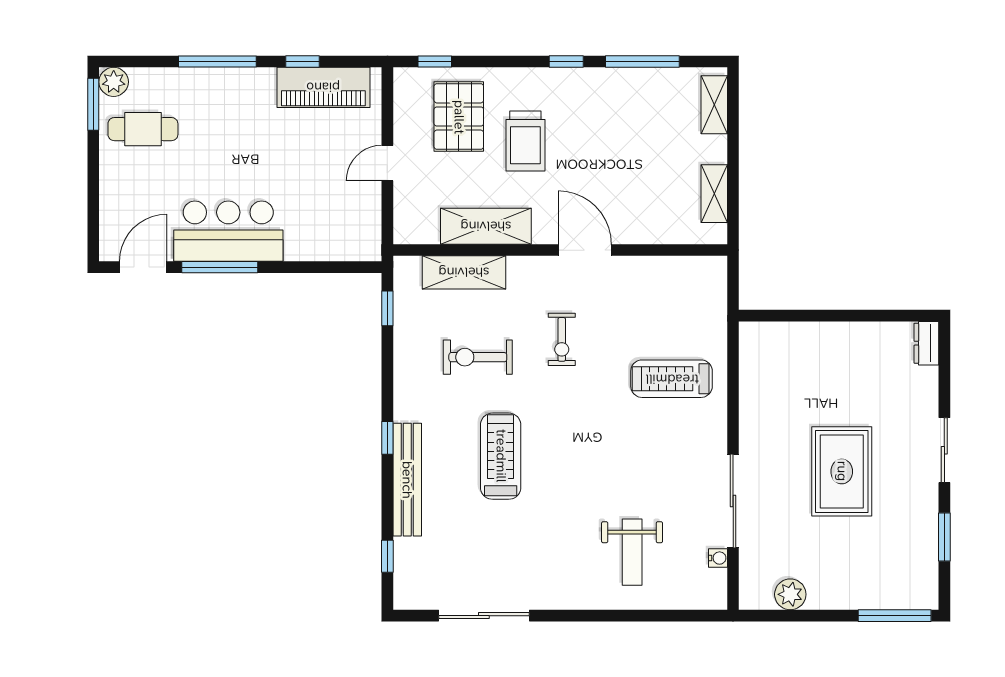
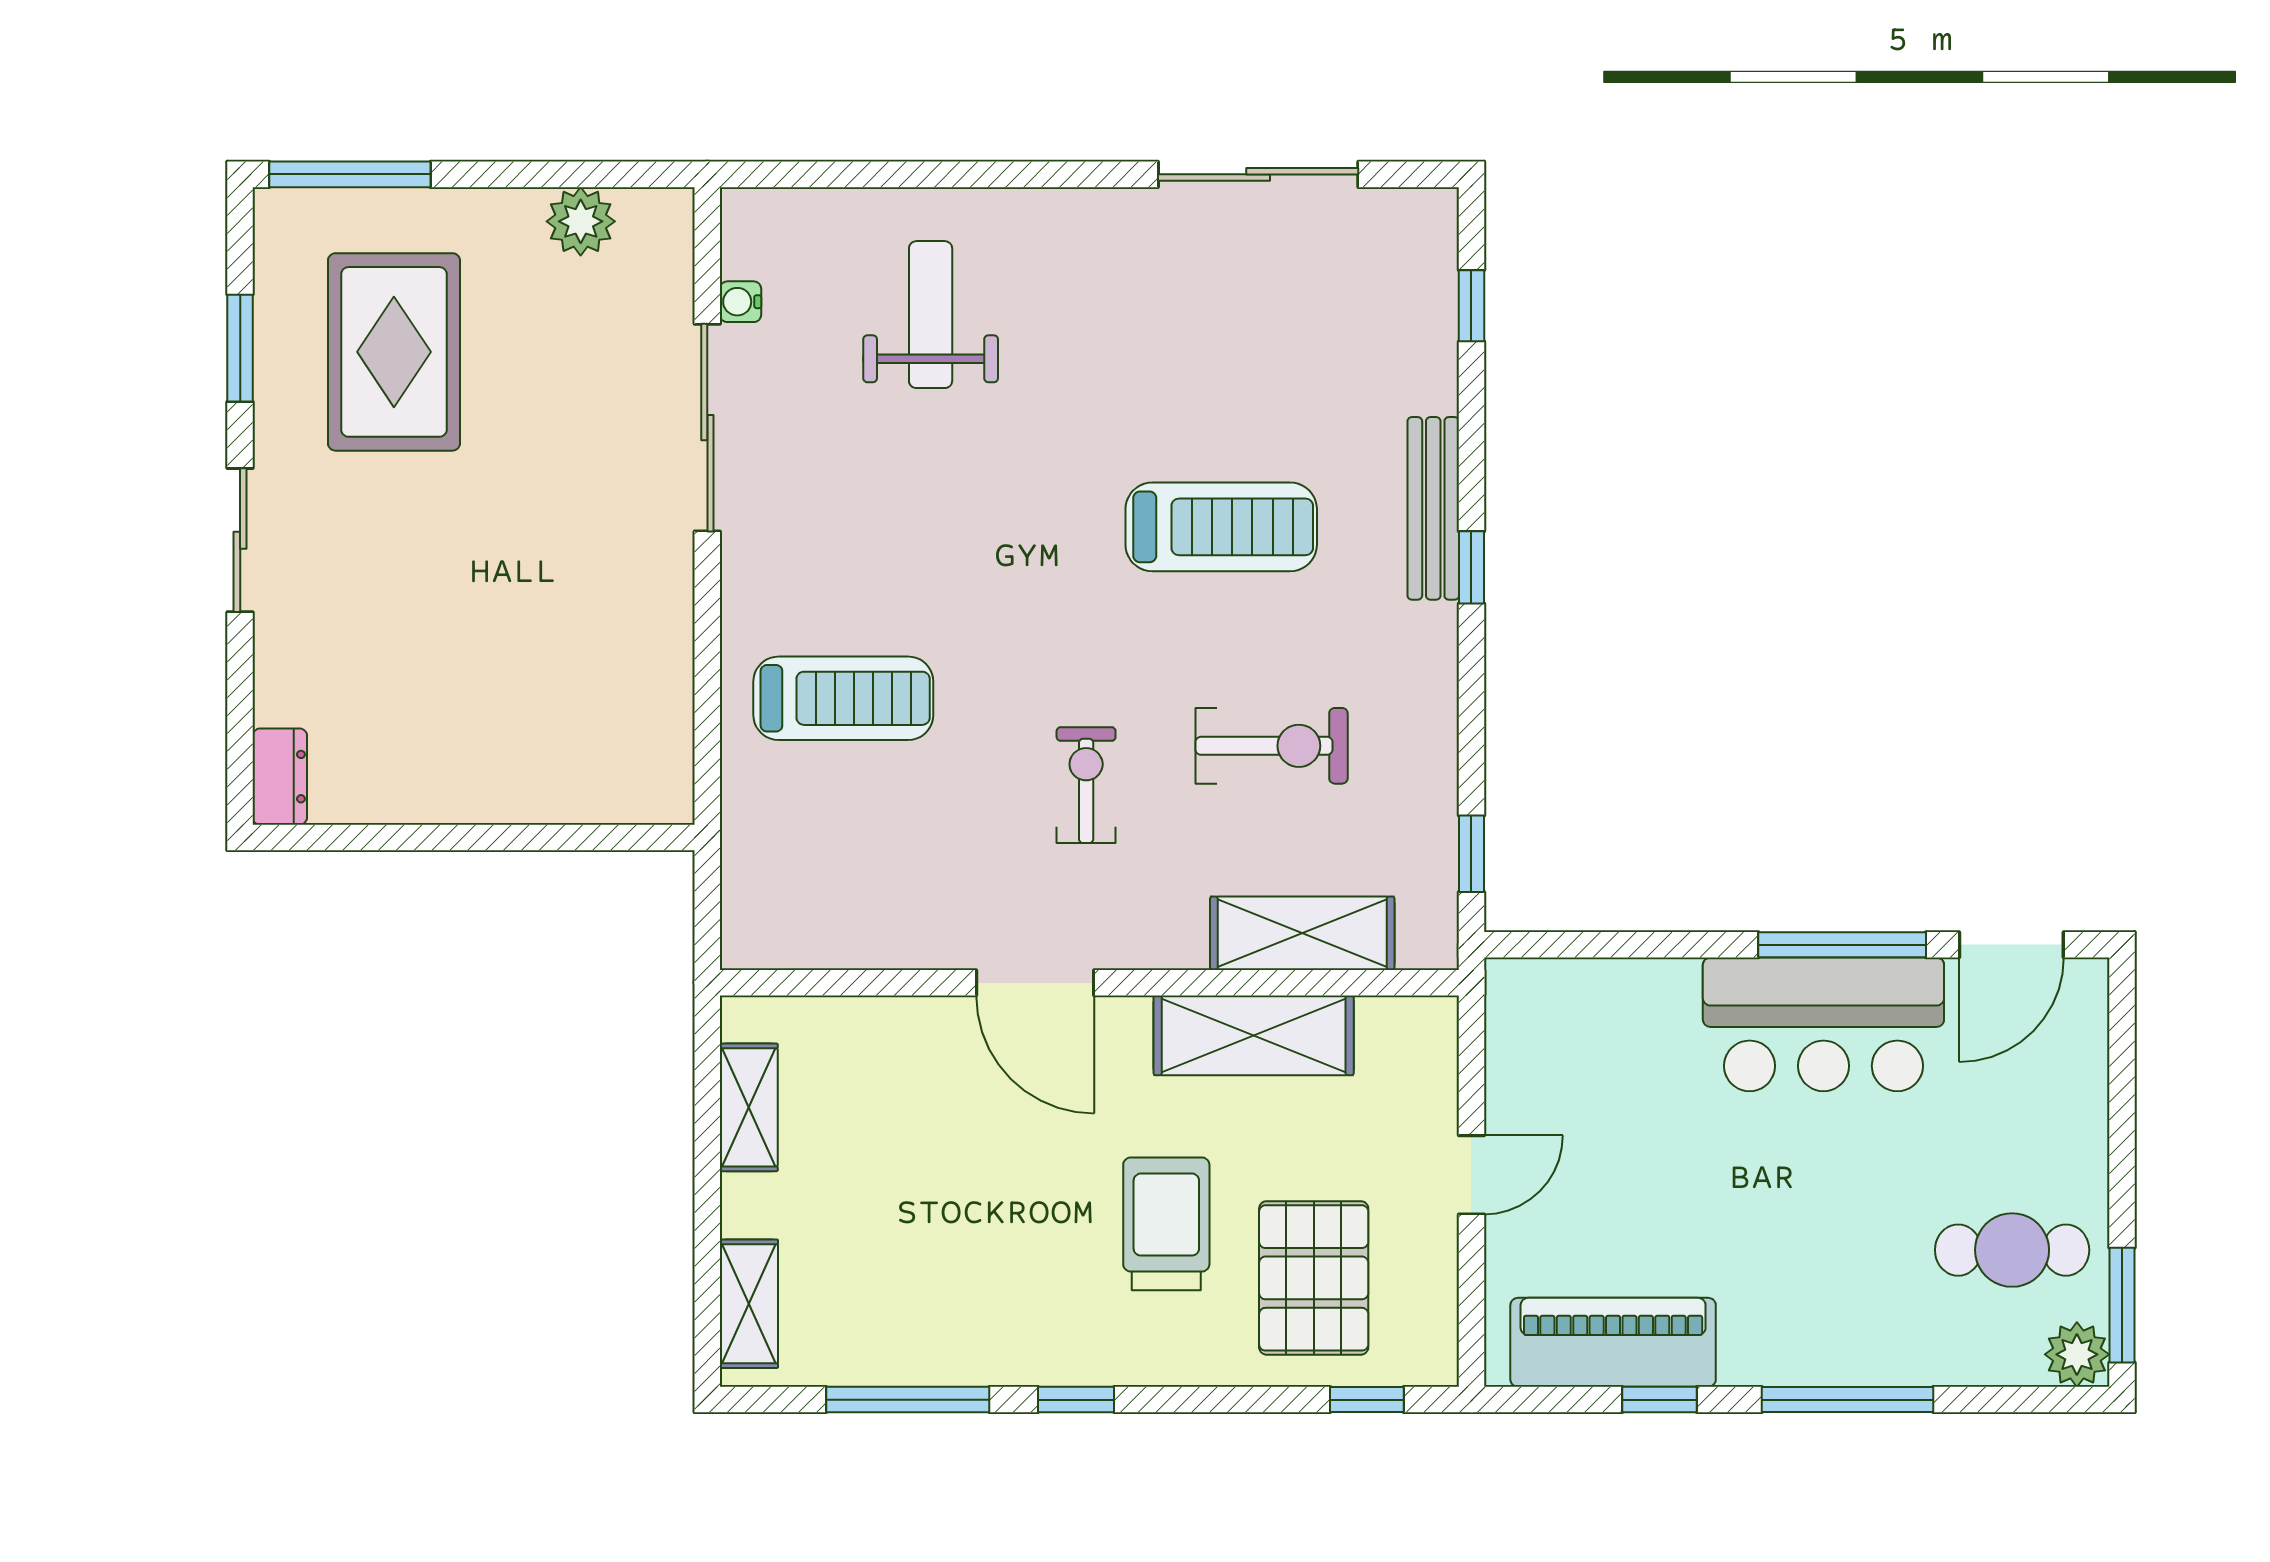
treadmill: (501, 456) -> (1221, 527), turned -90
rug: (842, 471) -> (394, 352), moved
bench: (407, 480) -> (1433, 508), width x0.73, depth x0.82

